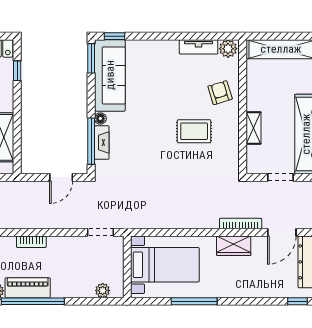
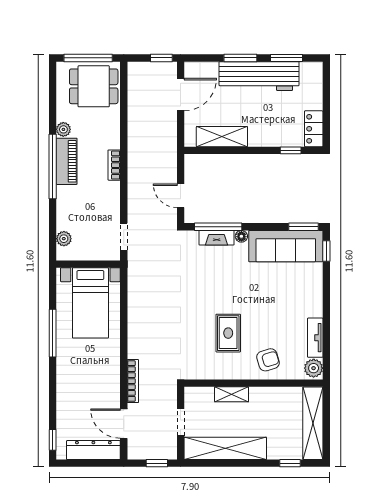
wardrobe: (234, 246) -> (110, 374), removed

